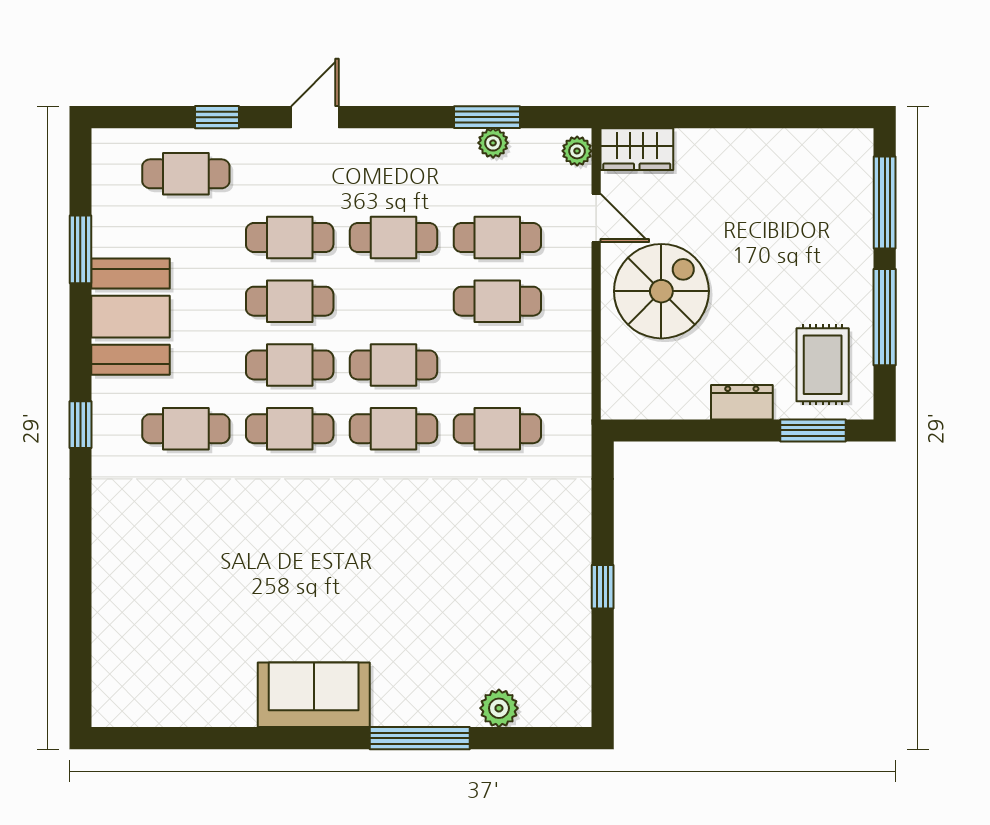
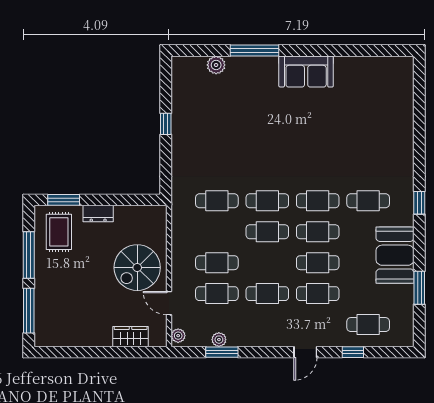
wardrobe: (637, 149) -> (131, 337), moved

